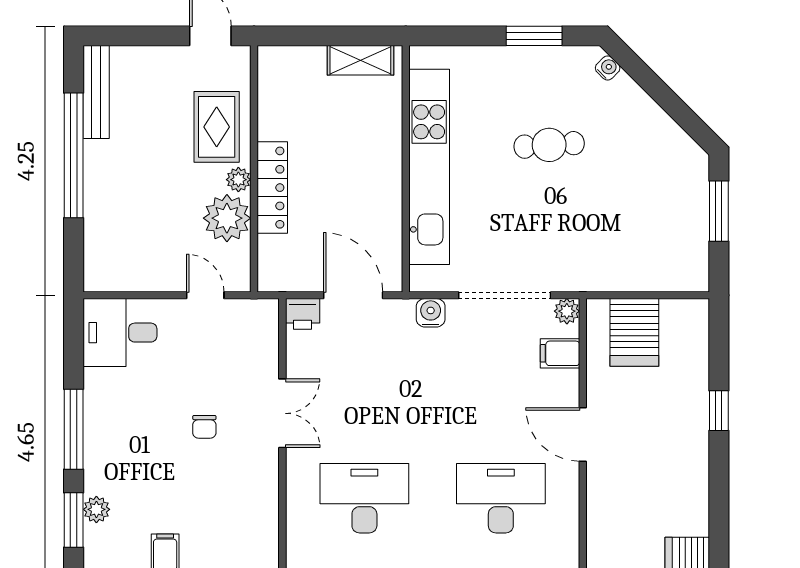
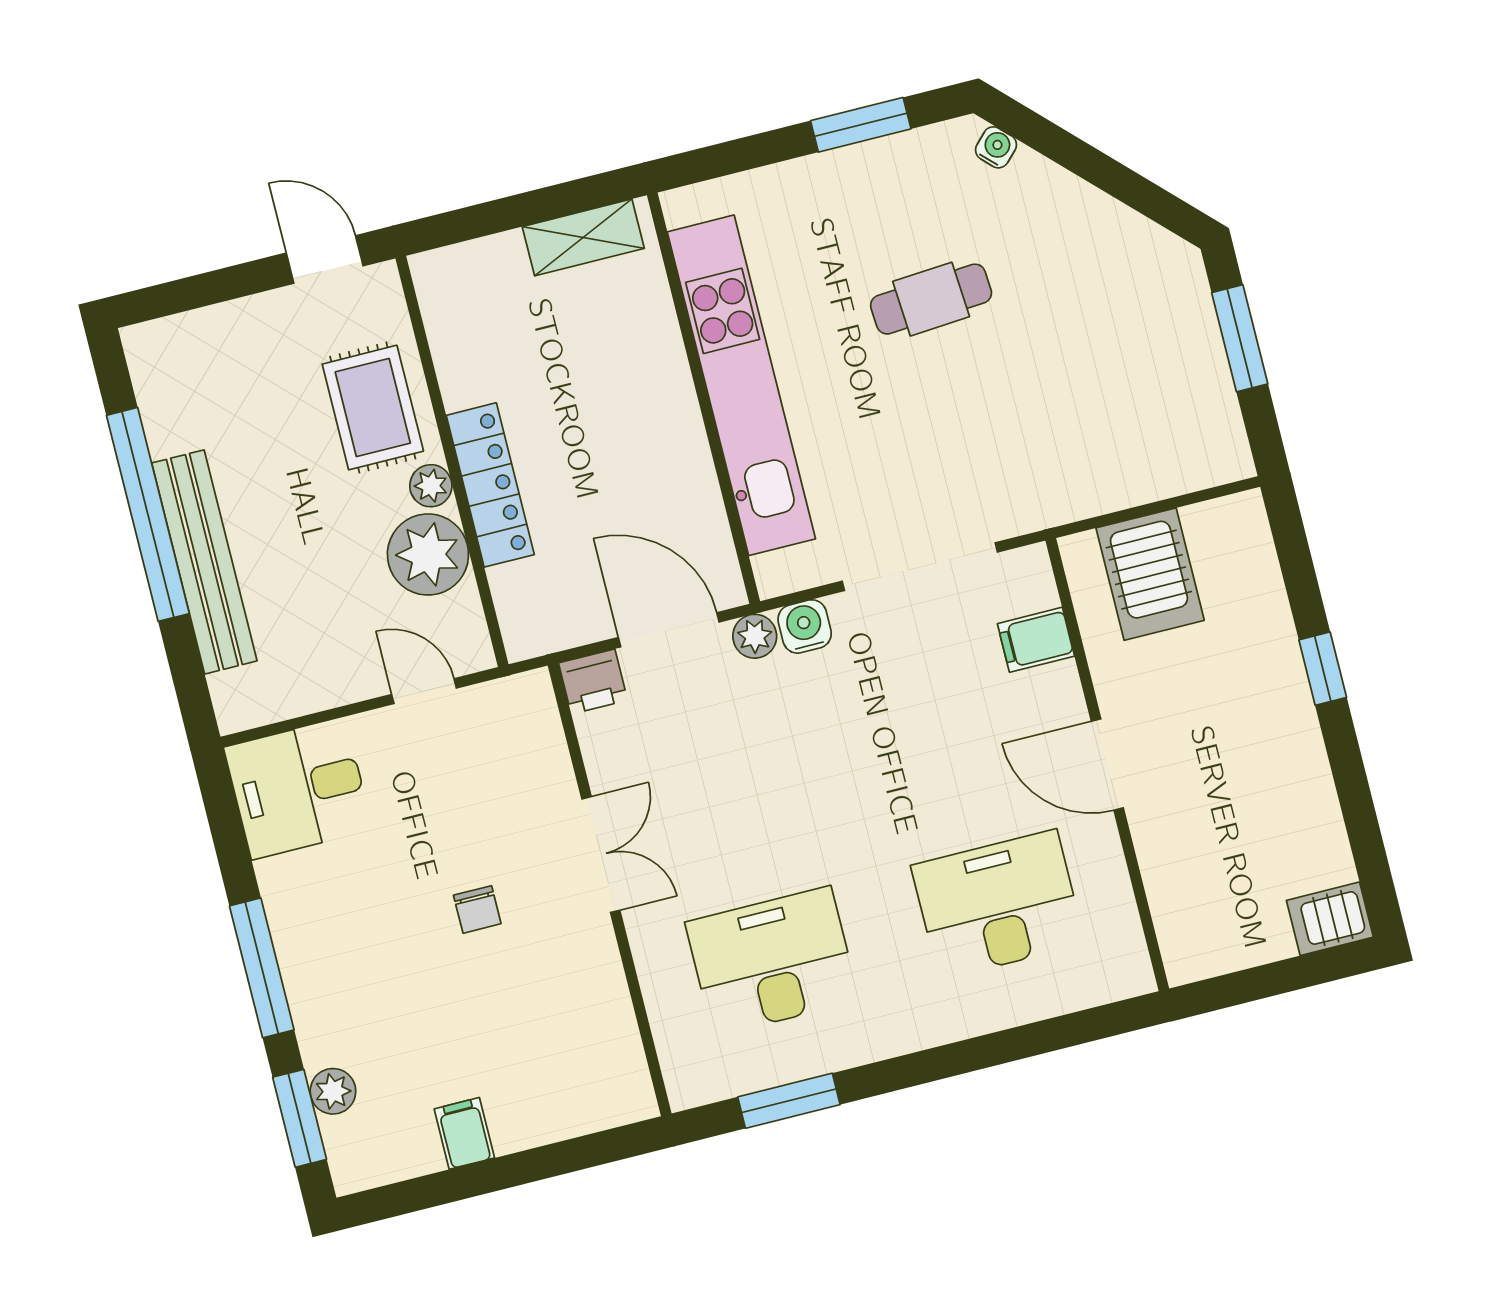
bench: (96, 92) -> (204, 562), moved, width x1.37, depth x1.21
plant: (567, 311) -> (755, 636), moved

